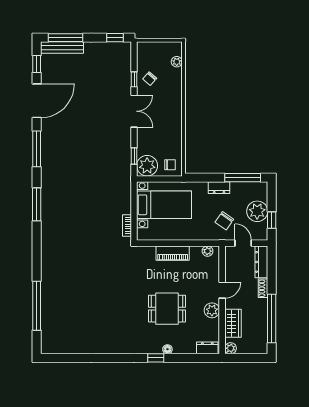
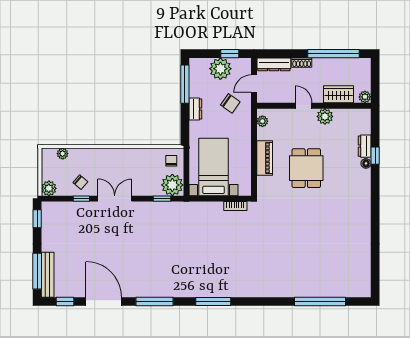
plant: (144, 49) -> (49, 188), added
dining table: (167, 309) -> (306, 168), moved
dresser: (207, 348) -> (365, 146), moved
window: (156, 358) -> (375, 156), moved

